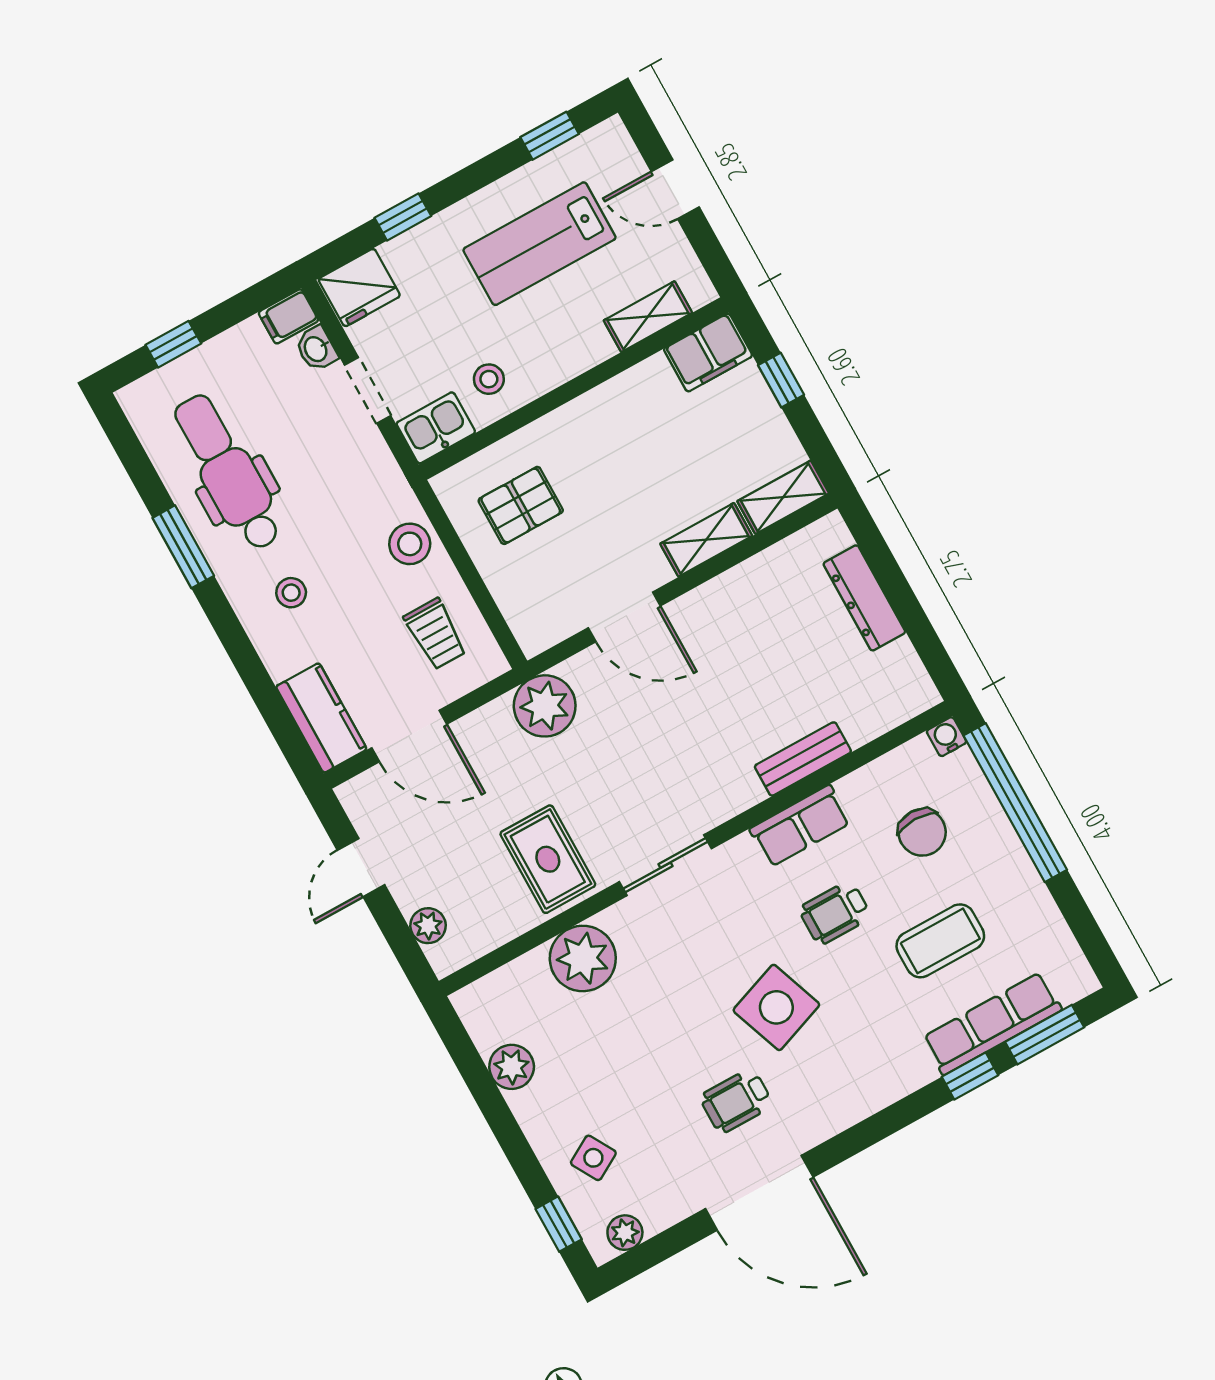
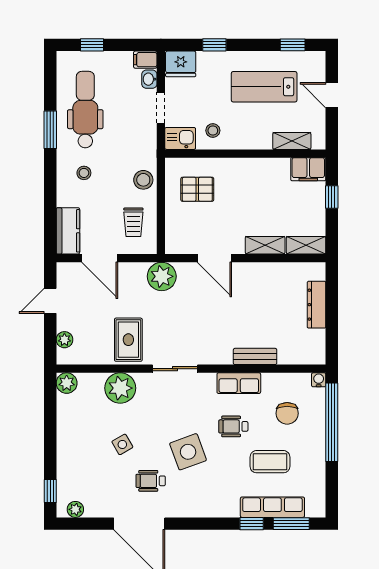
plant: (512, 1067) -> (67, 383), moved
side table: (593, 1158) -> (122, 444), moved

